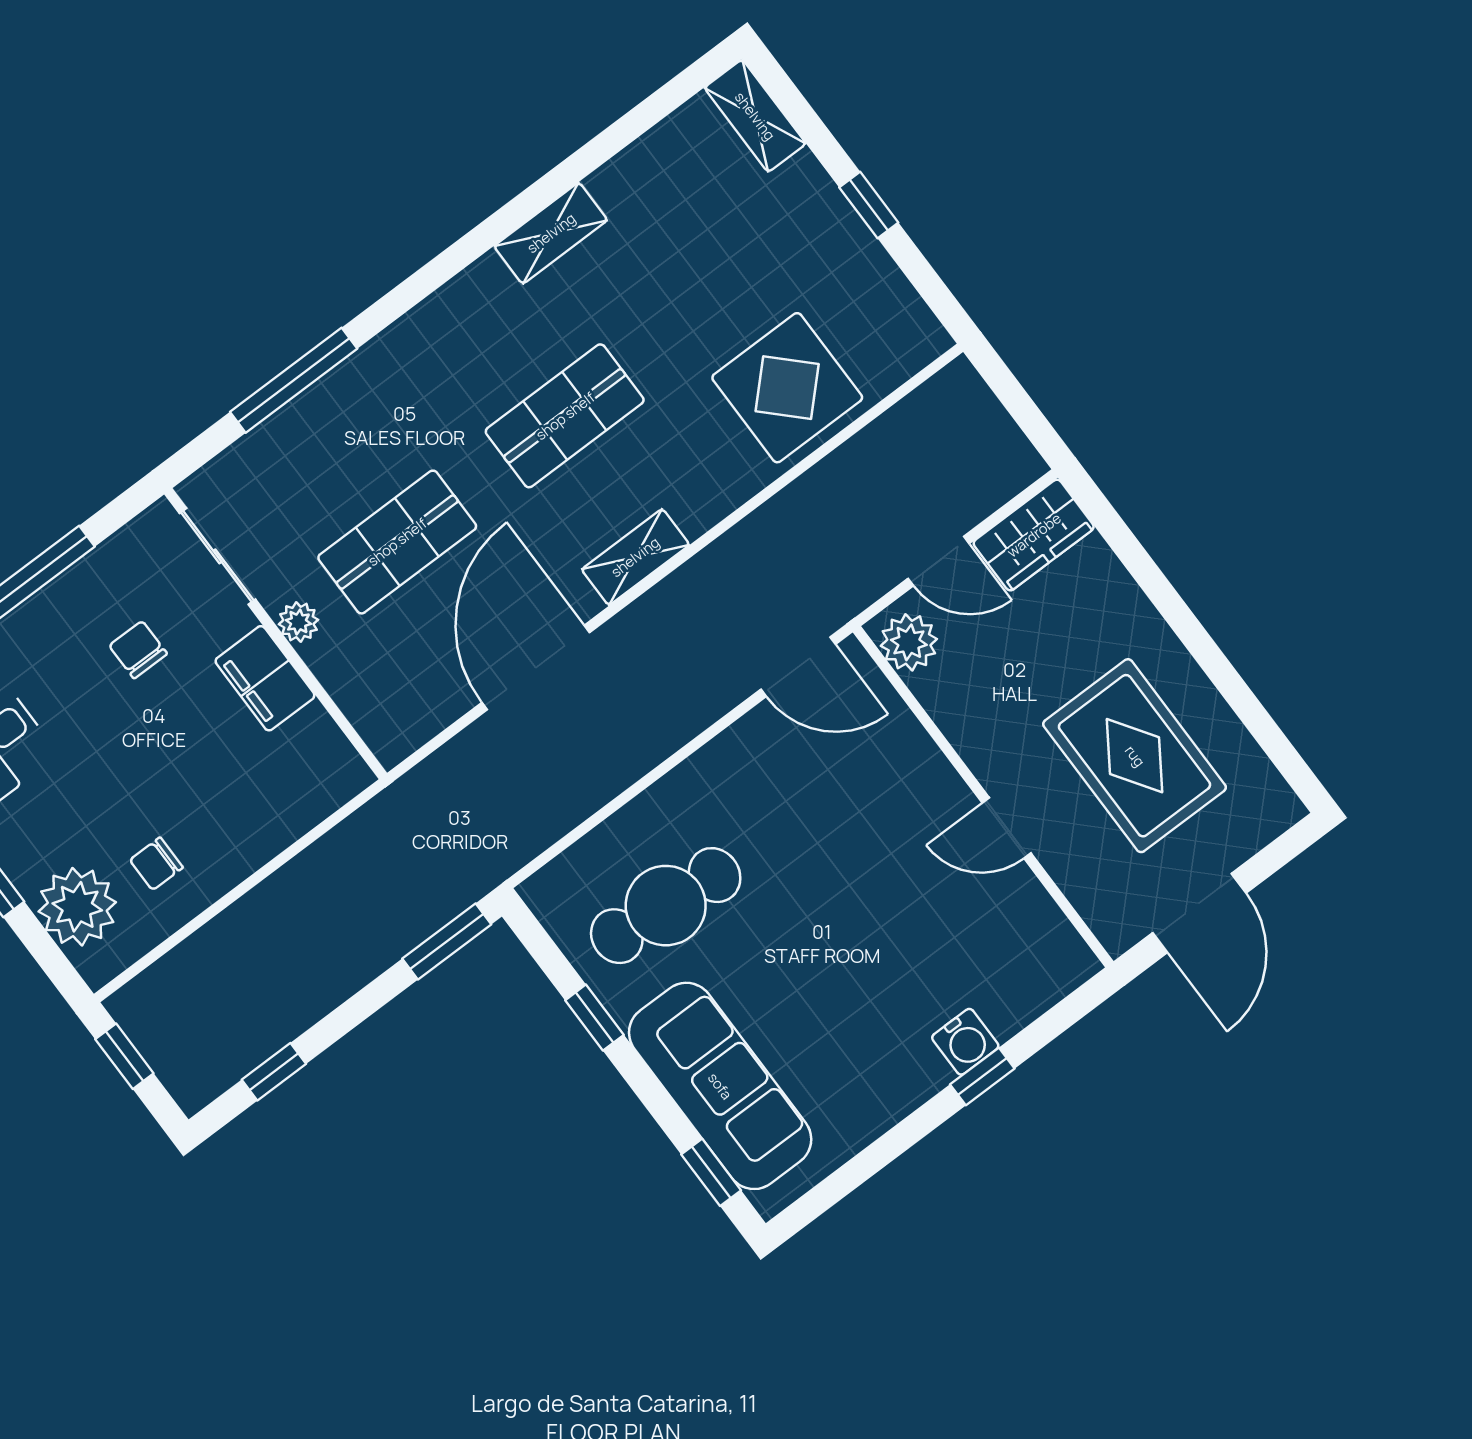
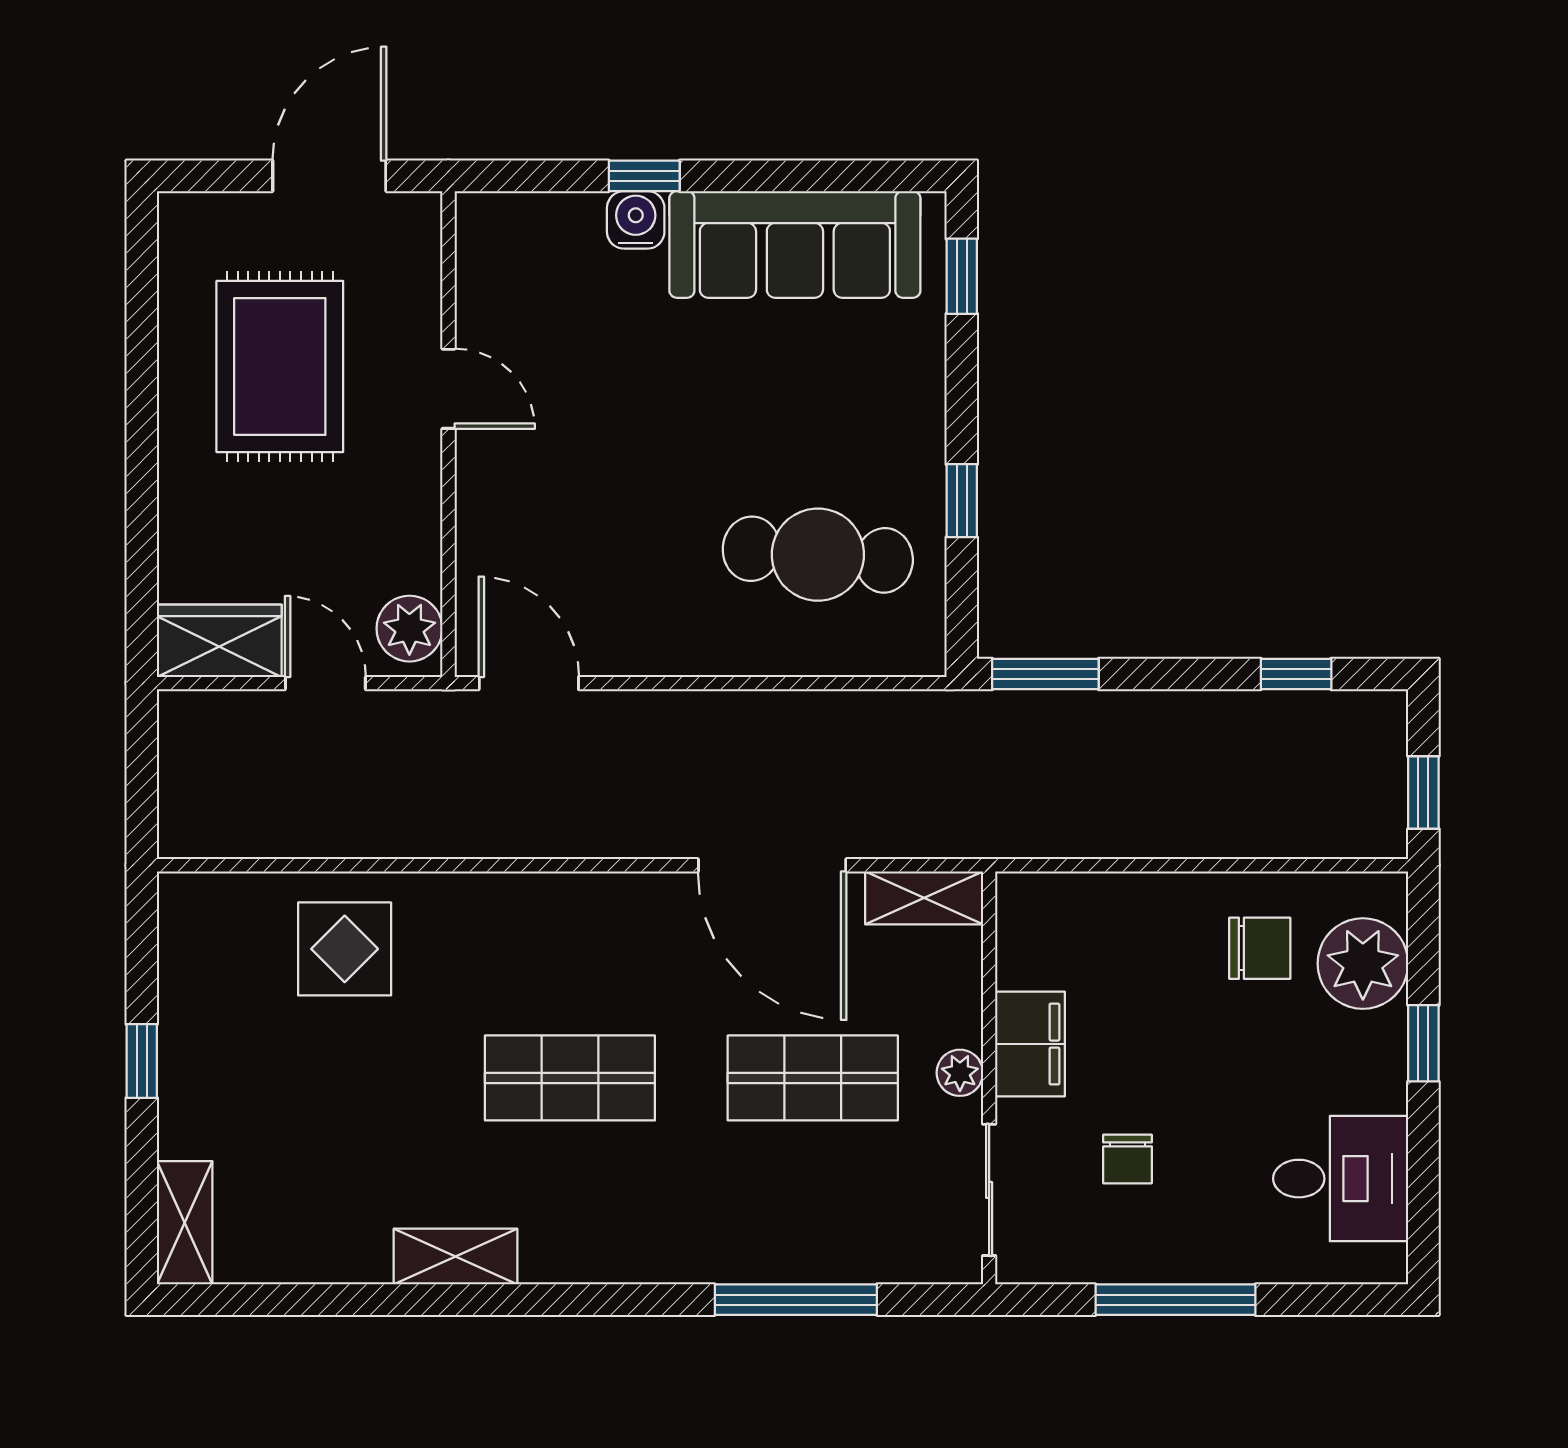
display table: (787, 388) -> (345, 949), width x0.73, depth x0.73
shelving: (635, 557) -> (924, 898), moved
door: (536, 668) -> (772, 865), hinge flipped
chair: (156, 864) -> (1260, 948), width x1.37, depth x1.37
sofa: (720, 1086) -> (795, 244), moved, turned -90

